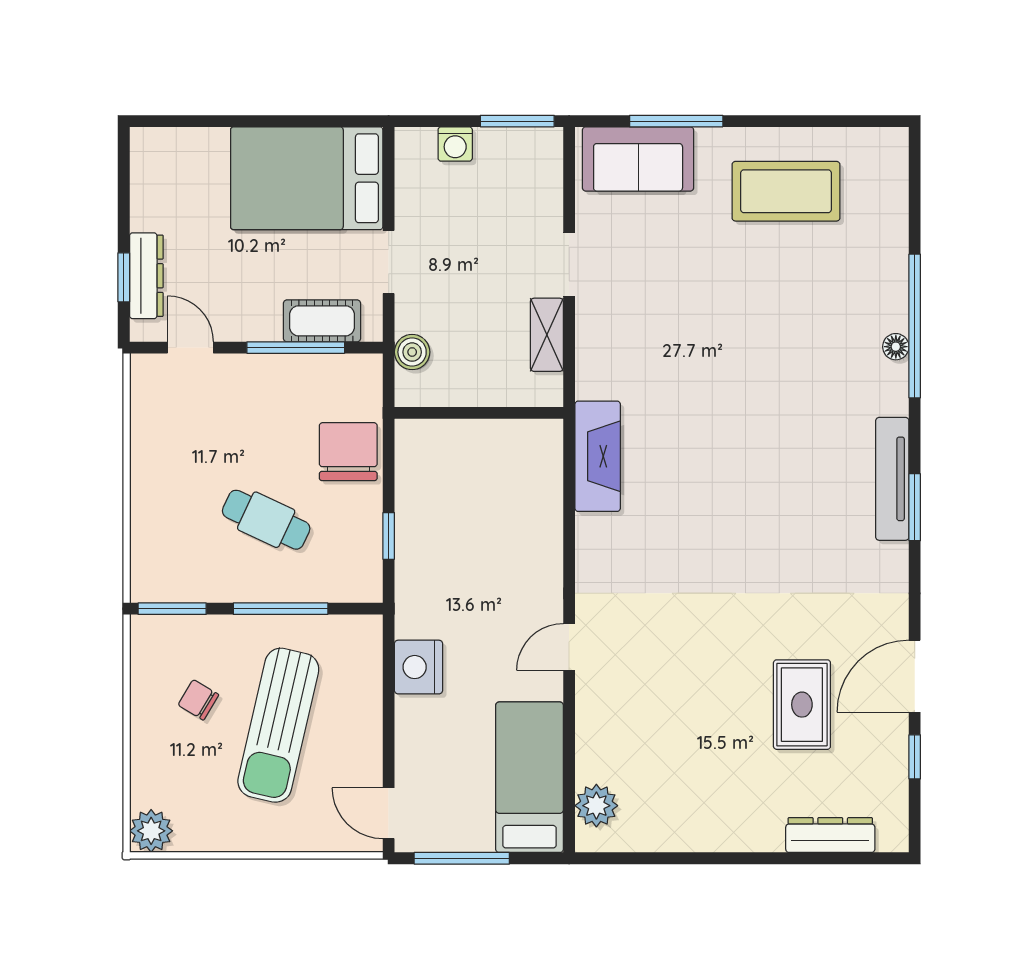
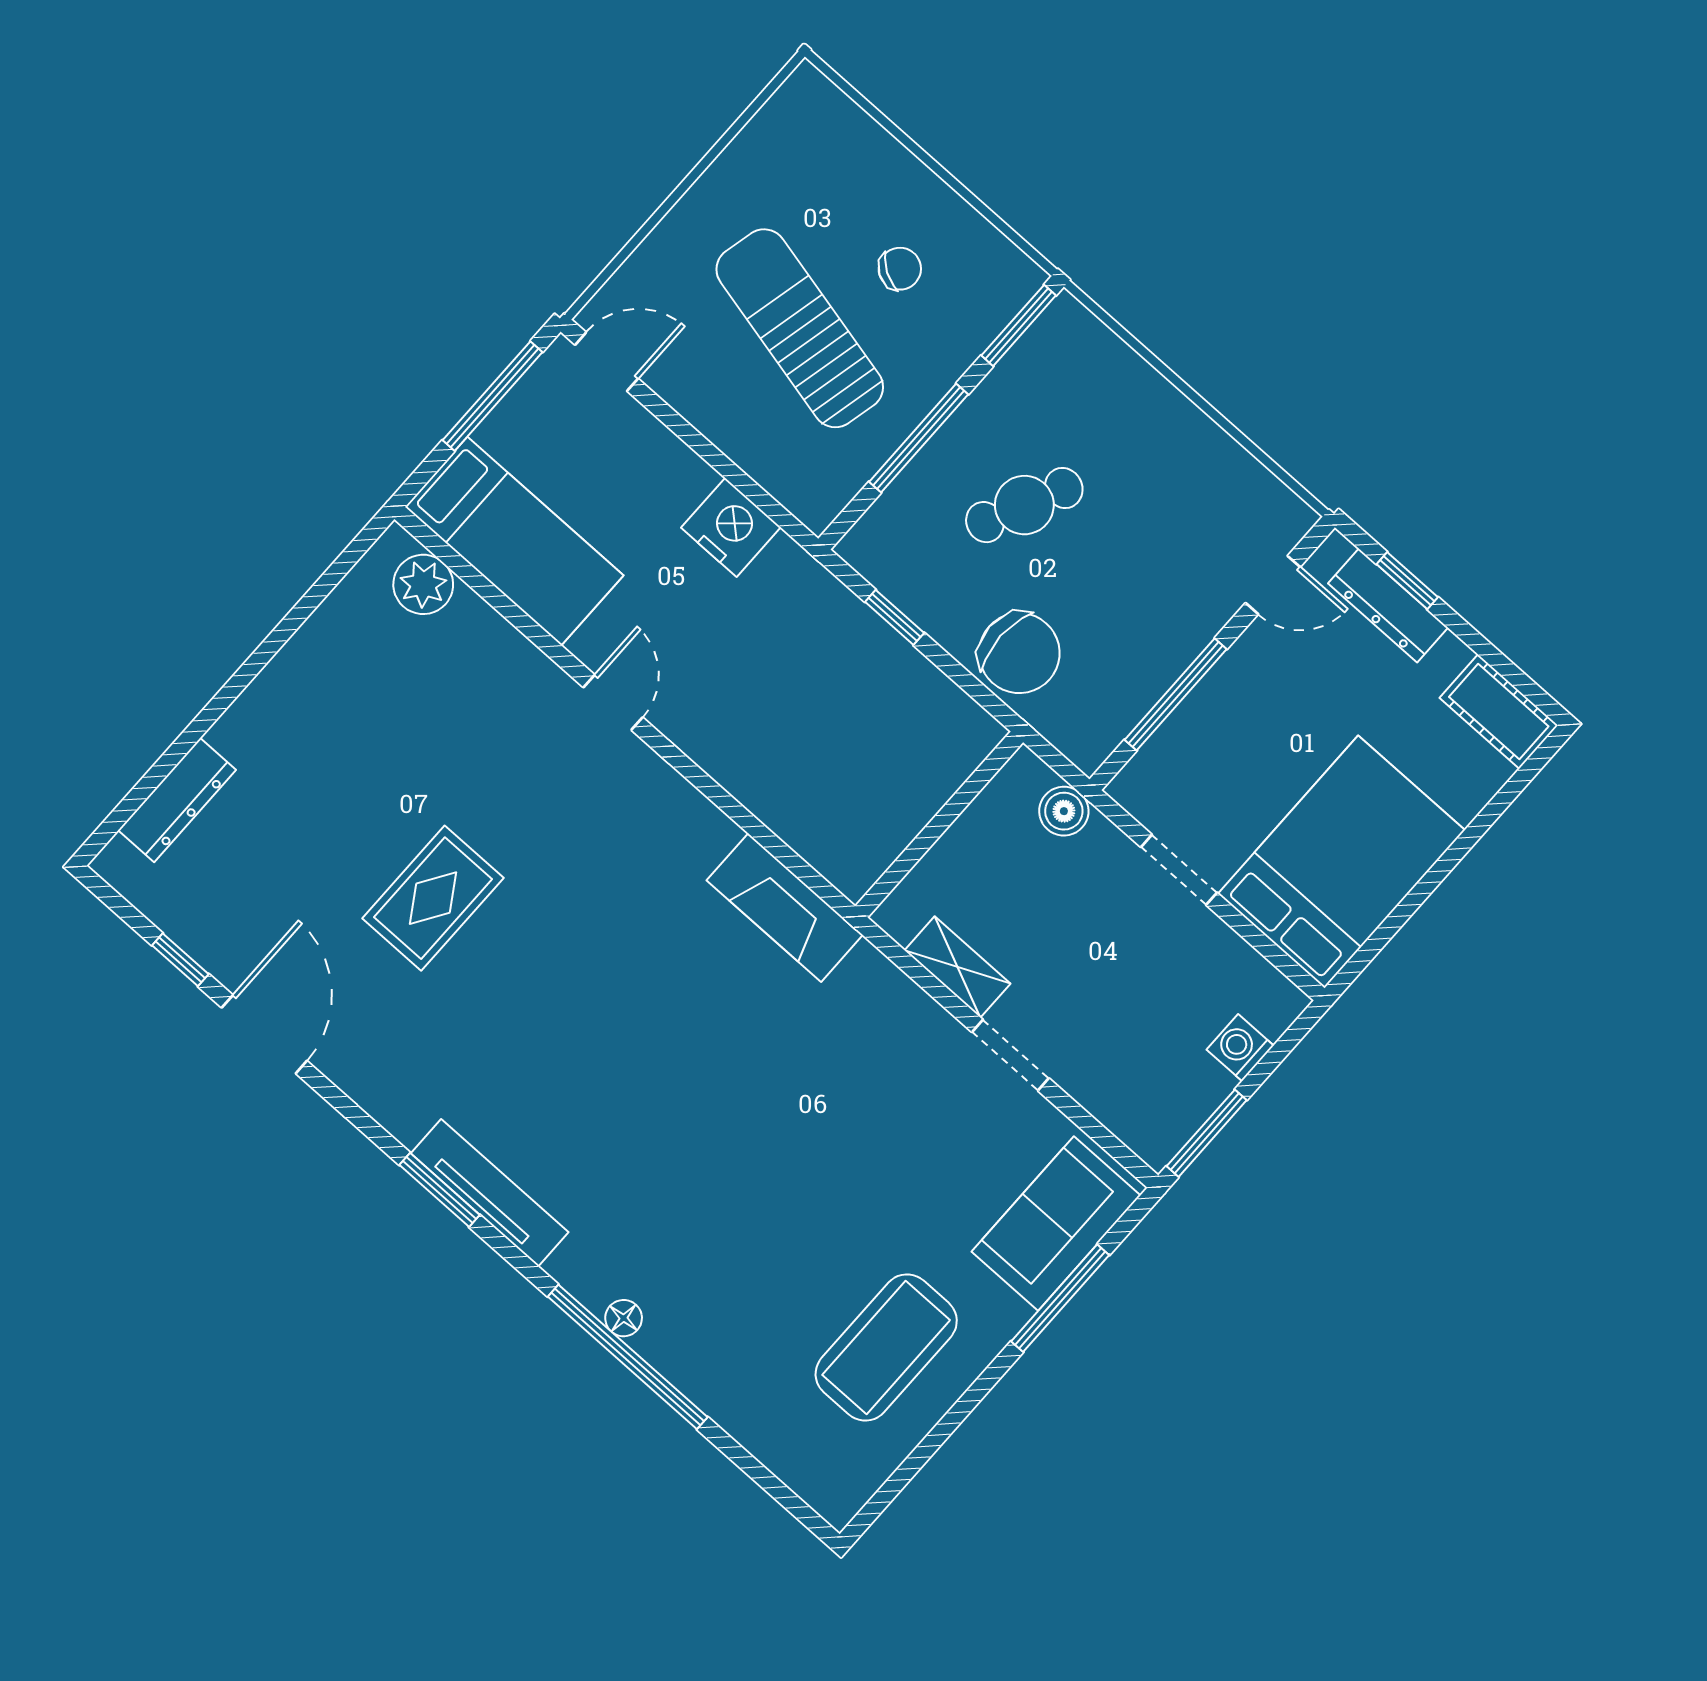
cot: (322, 321) -> (1499, 712), moved, turned 90
rug: (802, 705) -> (433, 898), moved, turned 90
plant: (151, 831) -> (807, 99), removed

